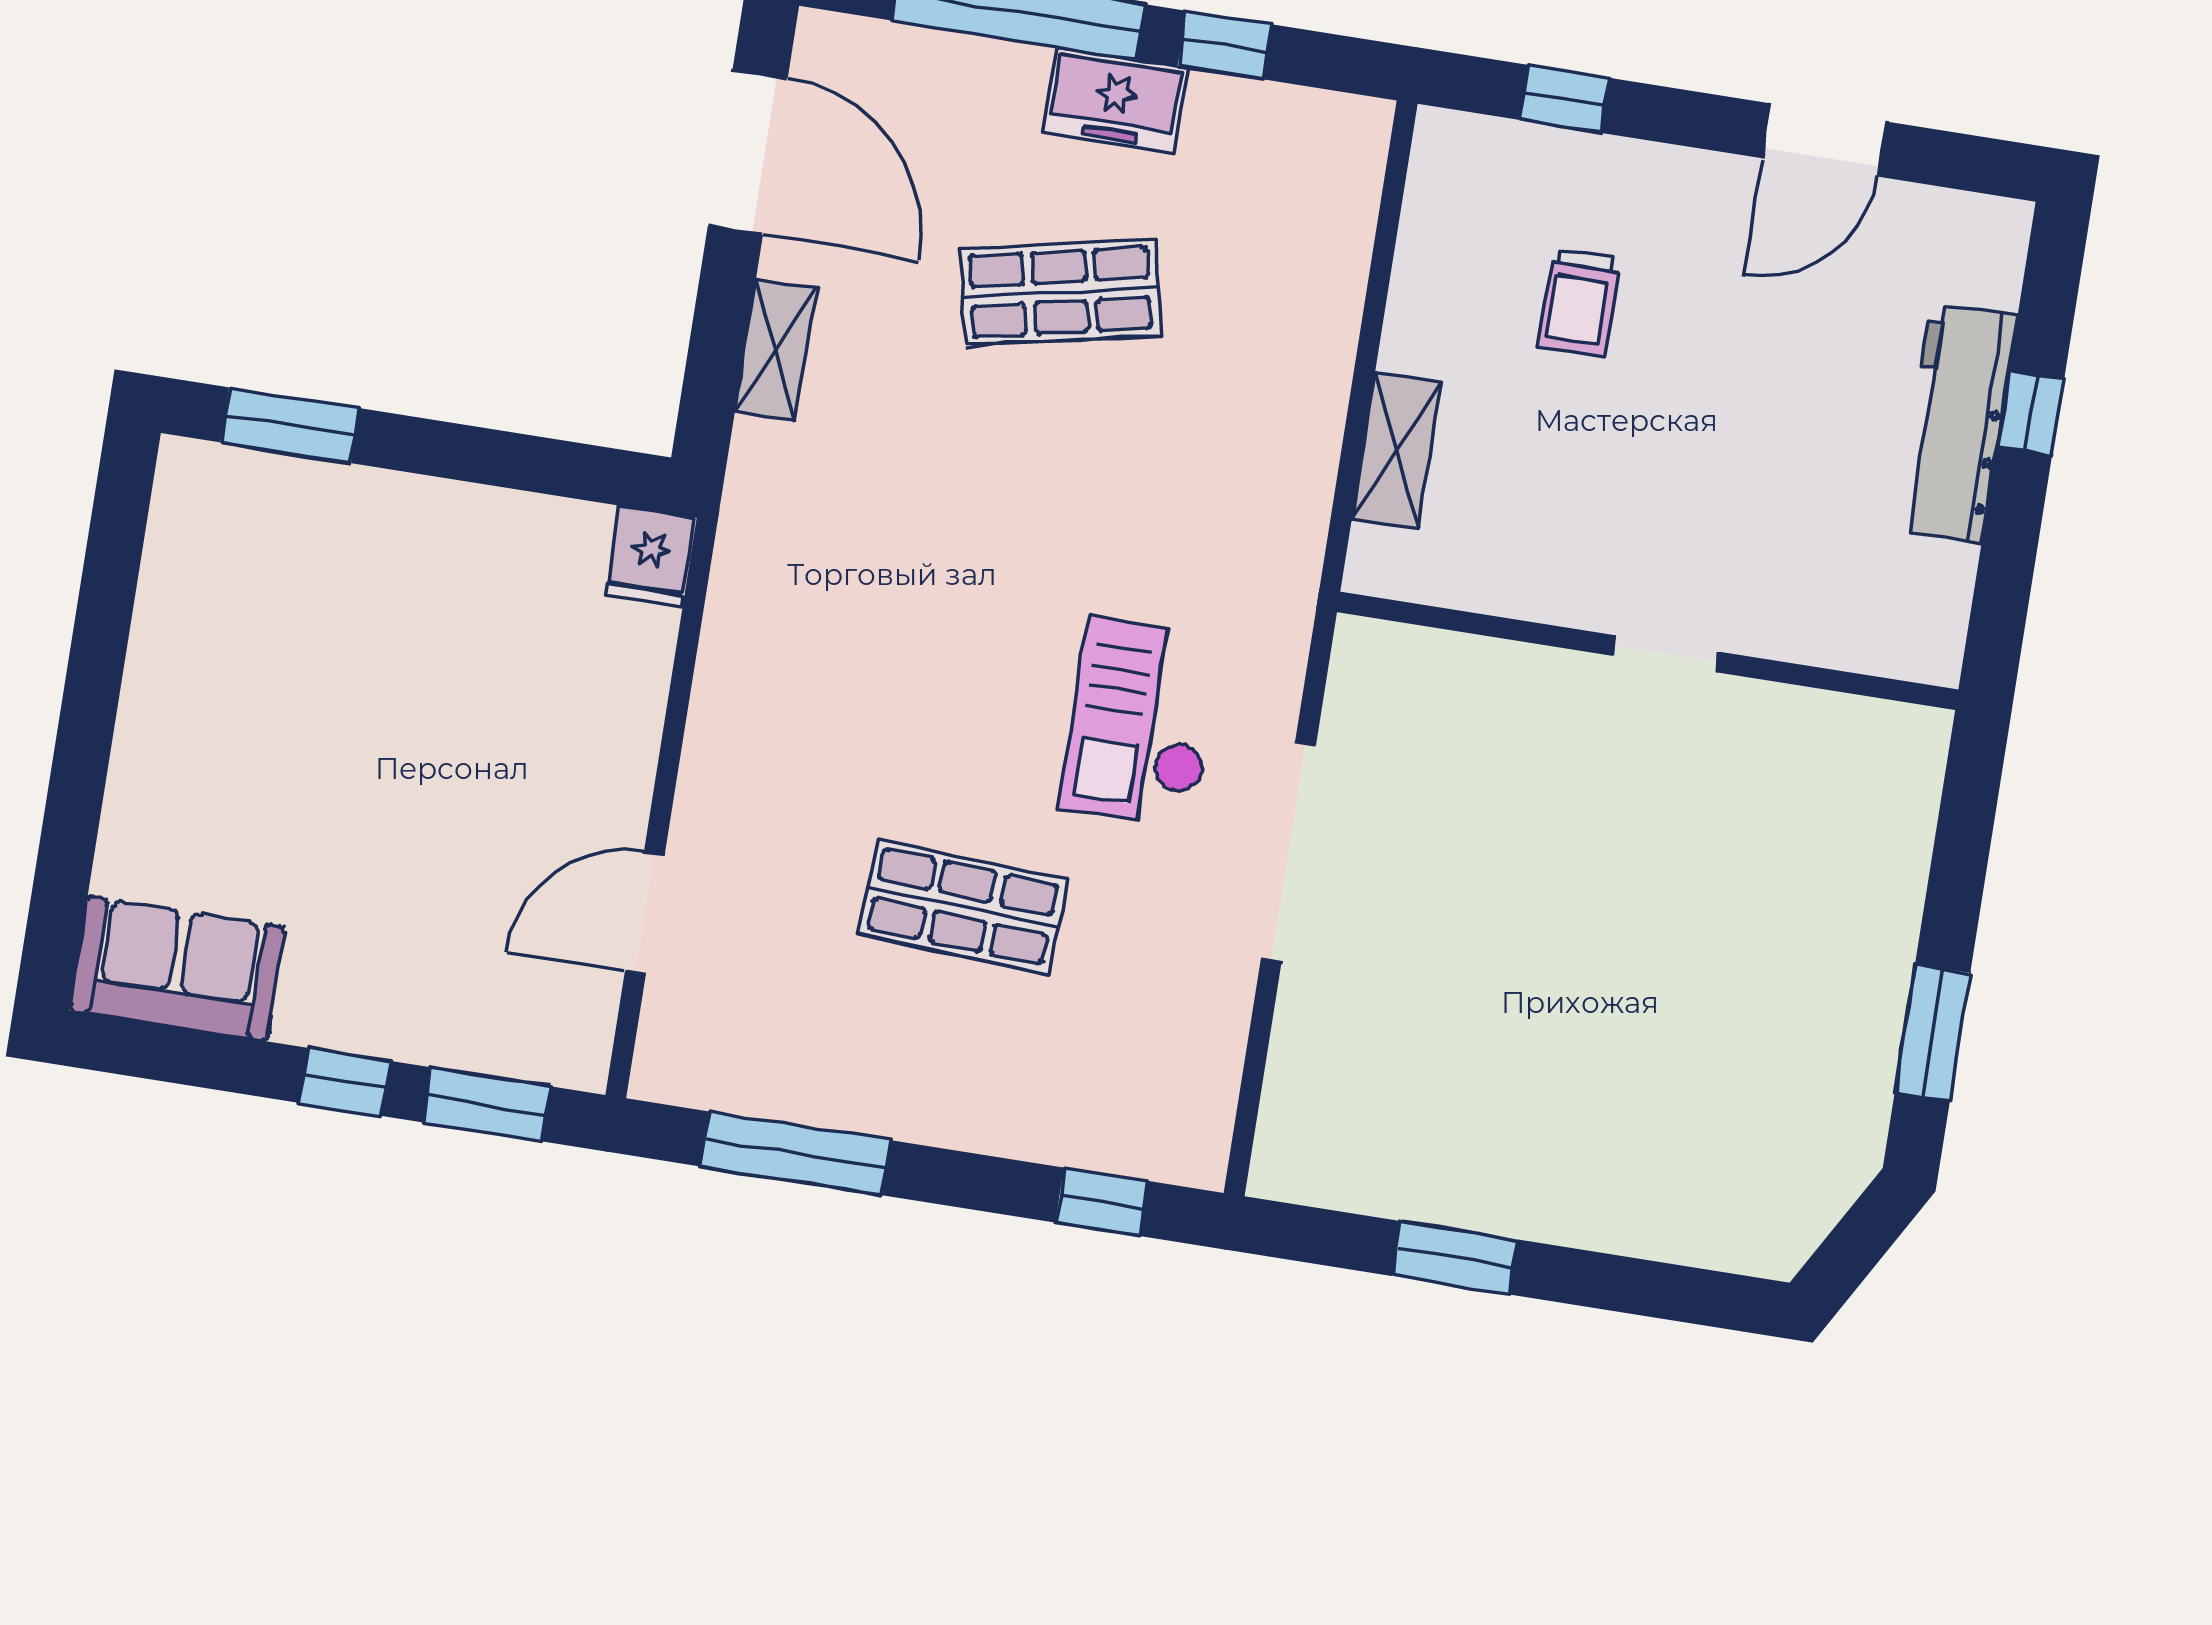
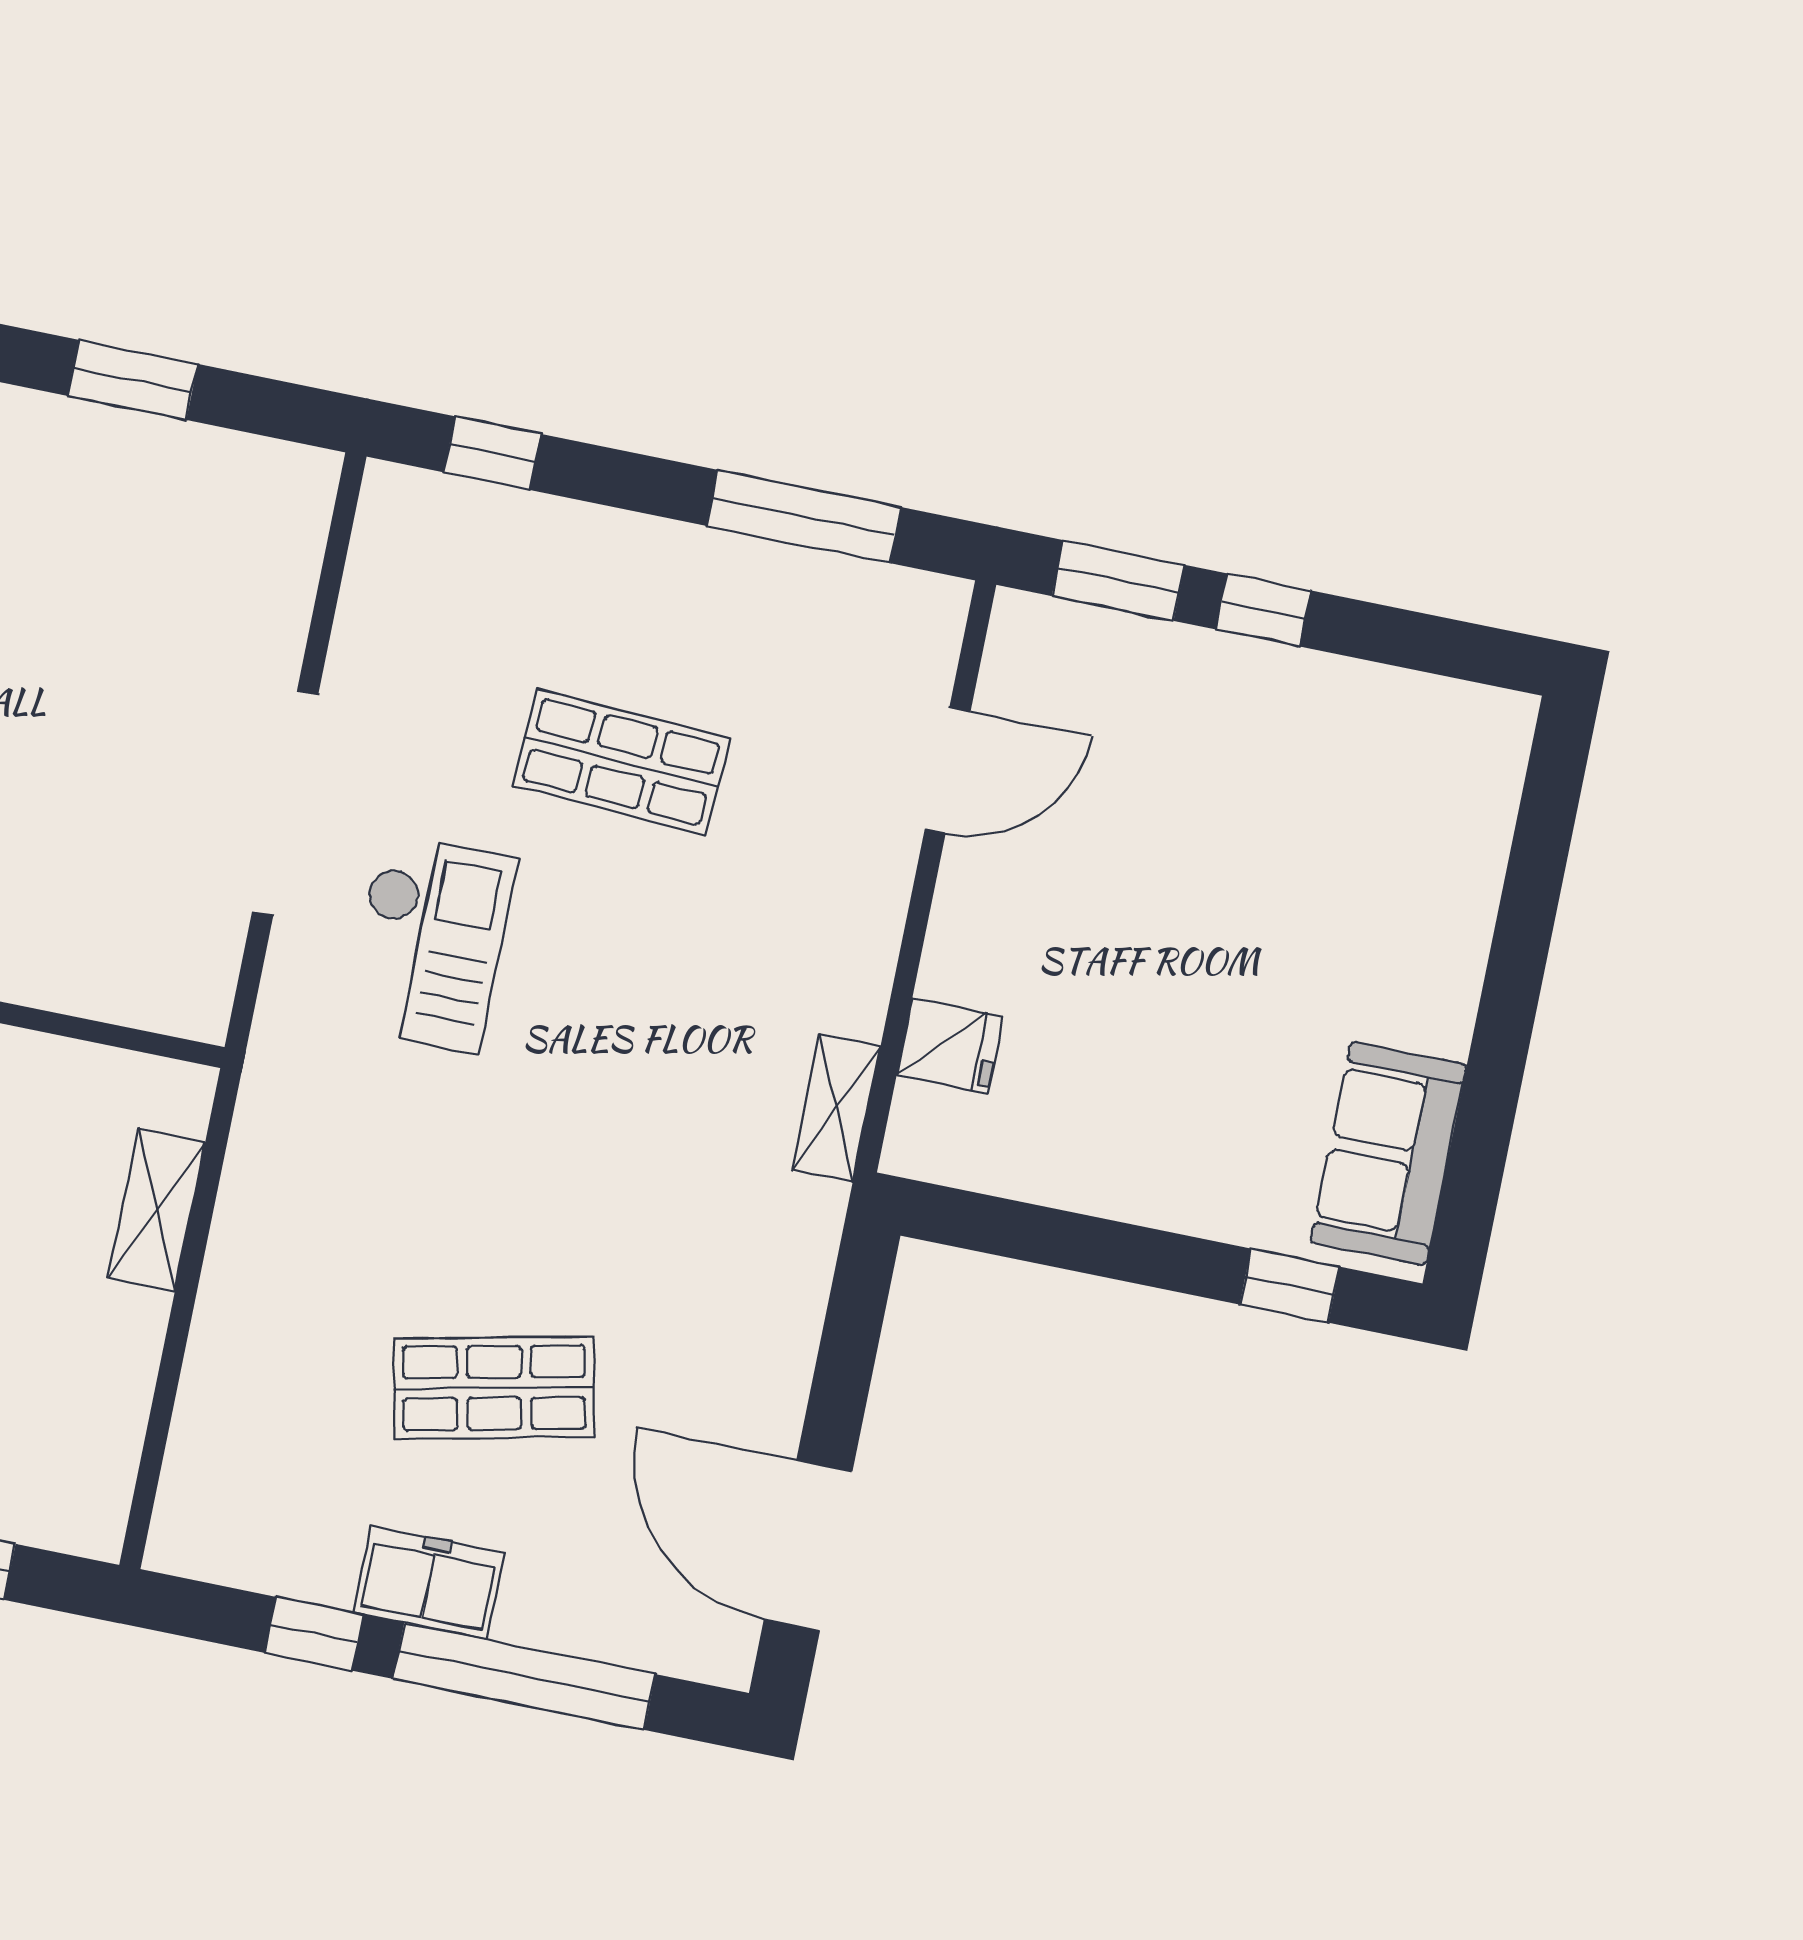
shelving: (775, 350) -> (836, 1108), moved
window: (290, 425) -> (1290, 1286), width x0.67
fridge: (650, 556) -> (950, 1046), moved, turned 90
sofa: (177, 969) -> (1388, 1153), moved, turned 90

